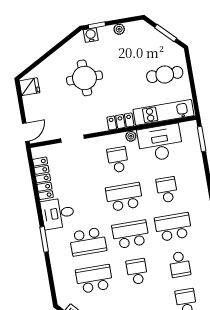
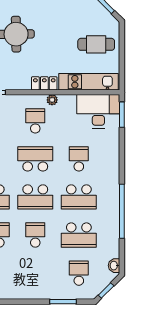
desk: (160, 143) -> (98, 111), moved
school desk: (173, 227) -> (79, 197), turned 180
school desk: (131, 234) -> (35, 197), turned 180
school desk: (180, 264) -> (79, 235), width x1.85

